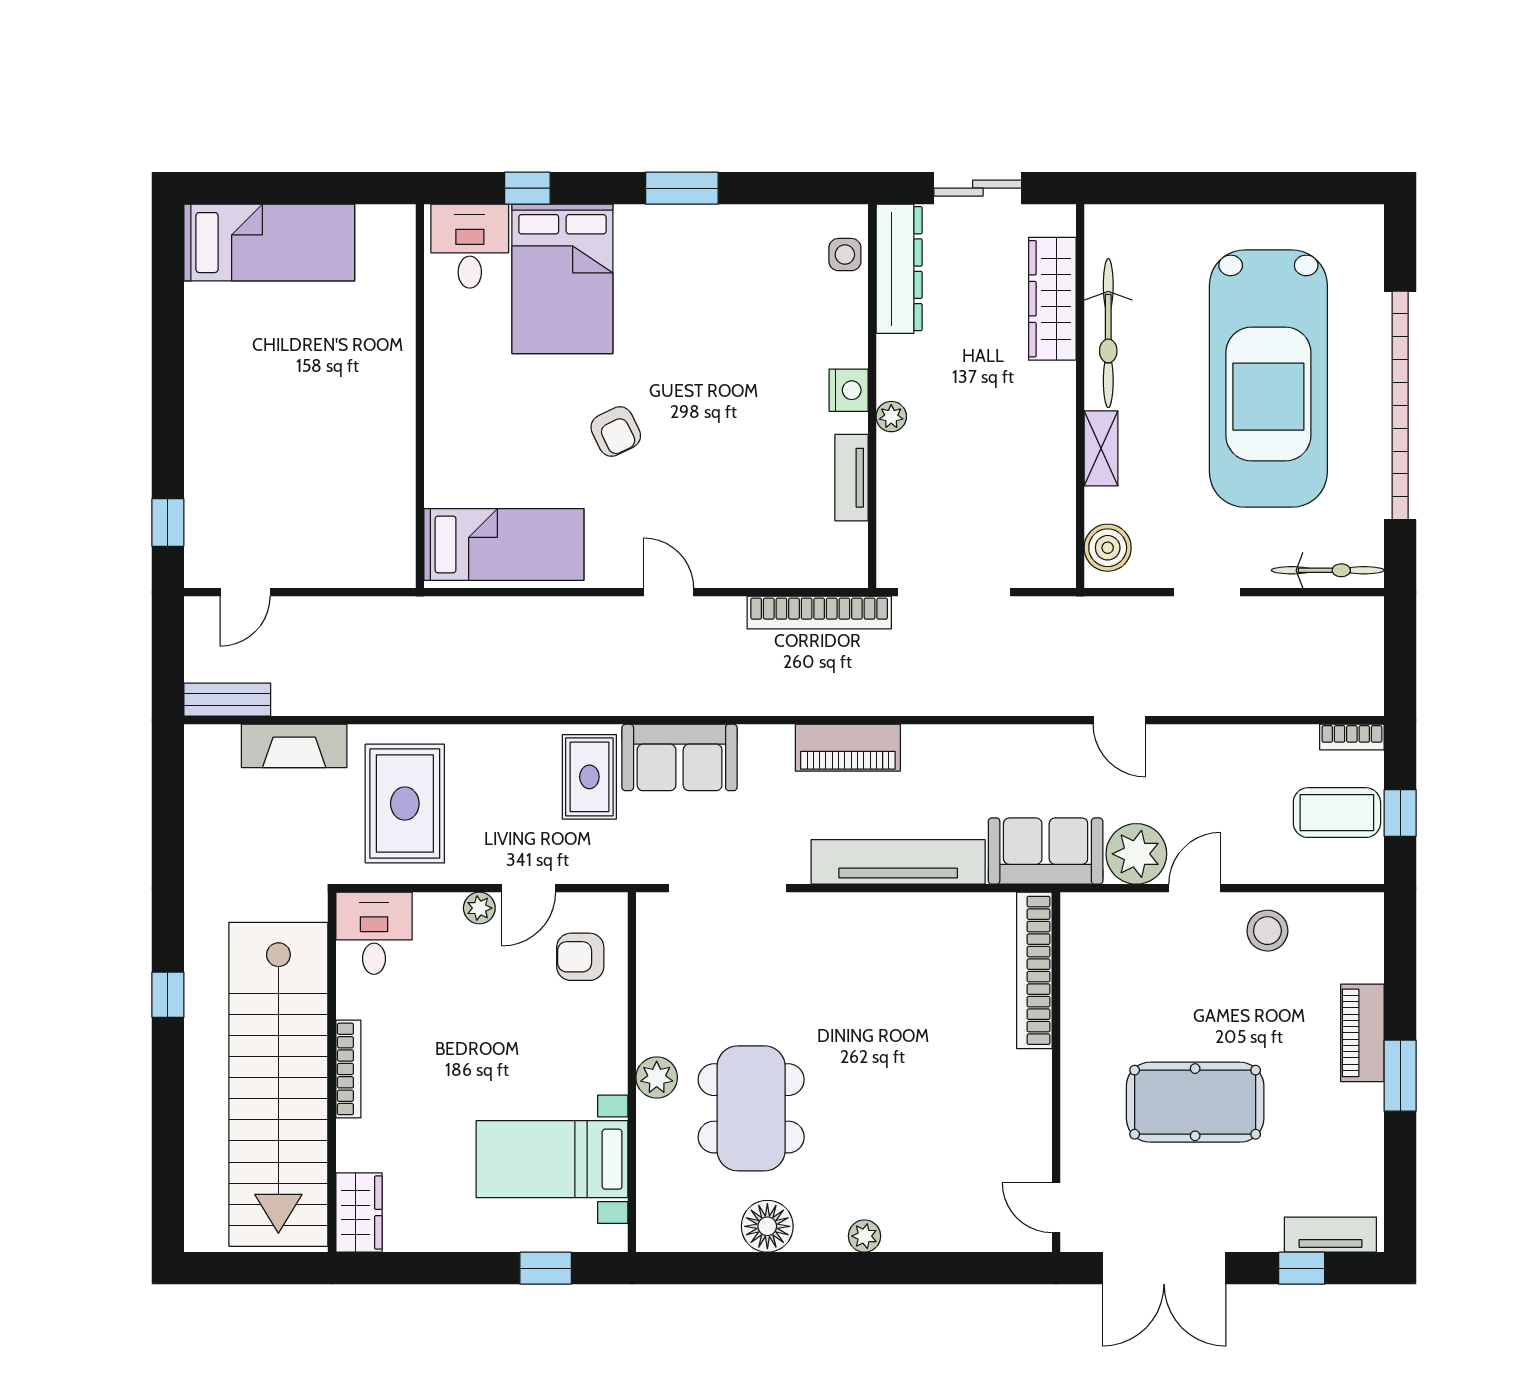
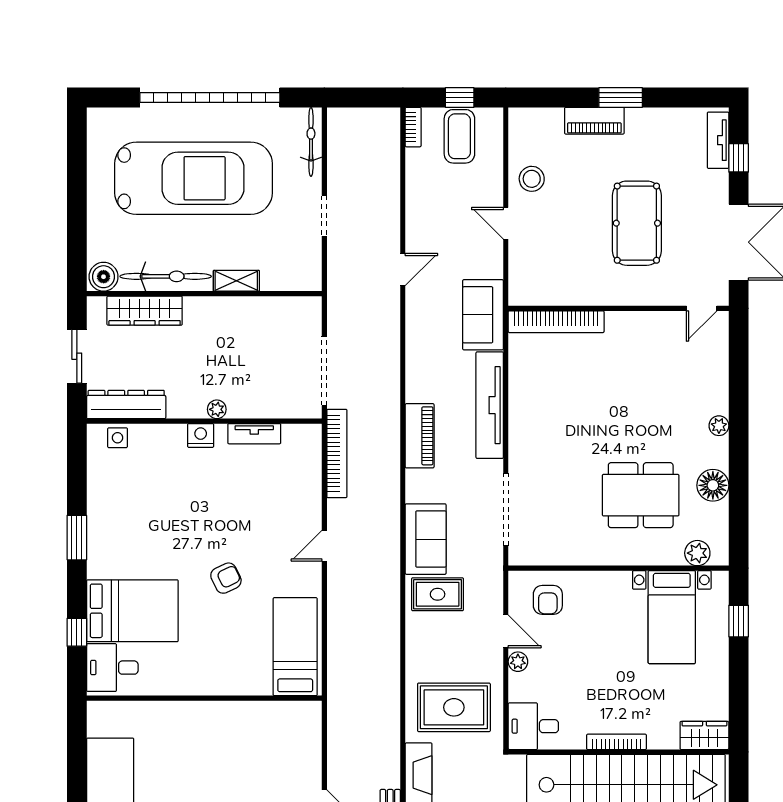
boiler: (1108, 548) -> (104, 277), moved
plant: (1136, 854) -> (485, 259), removed
plant: (657, 1078) -> (697, 553), moved

